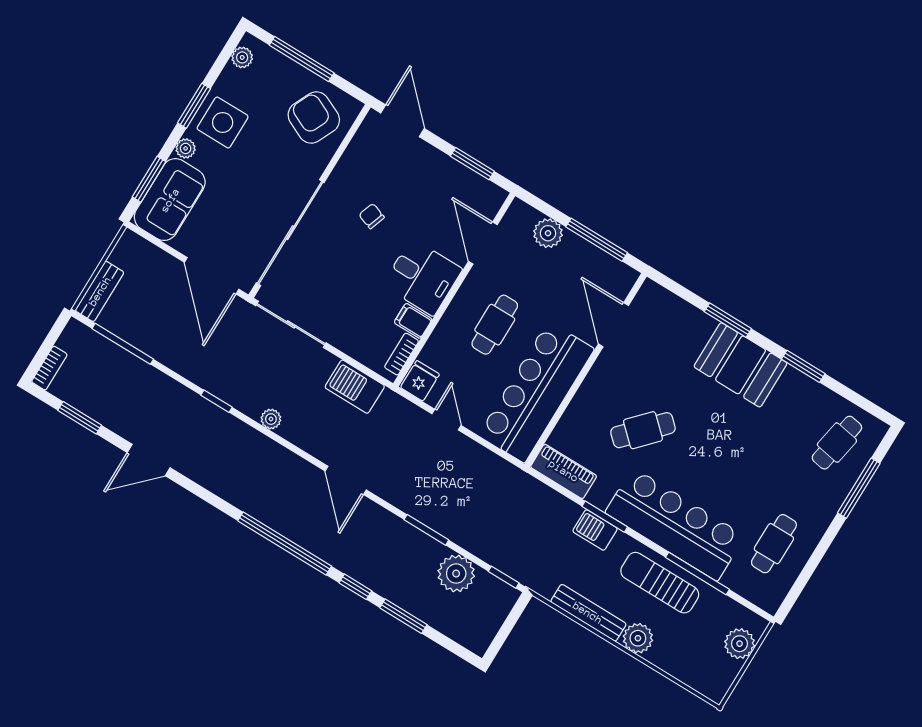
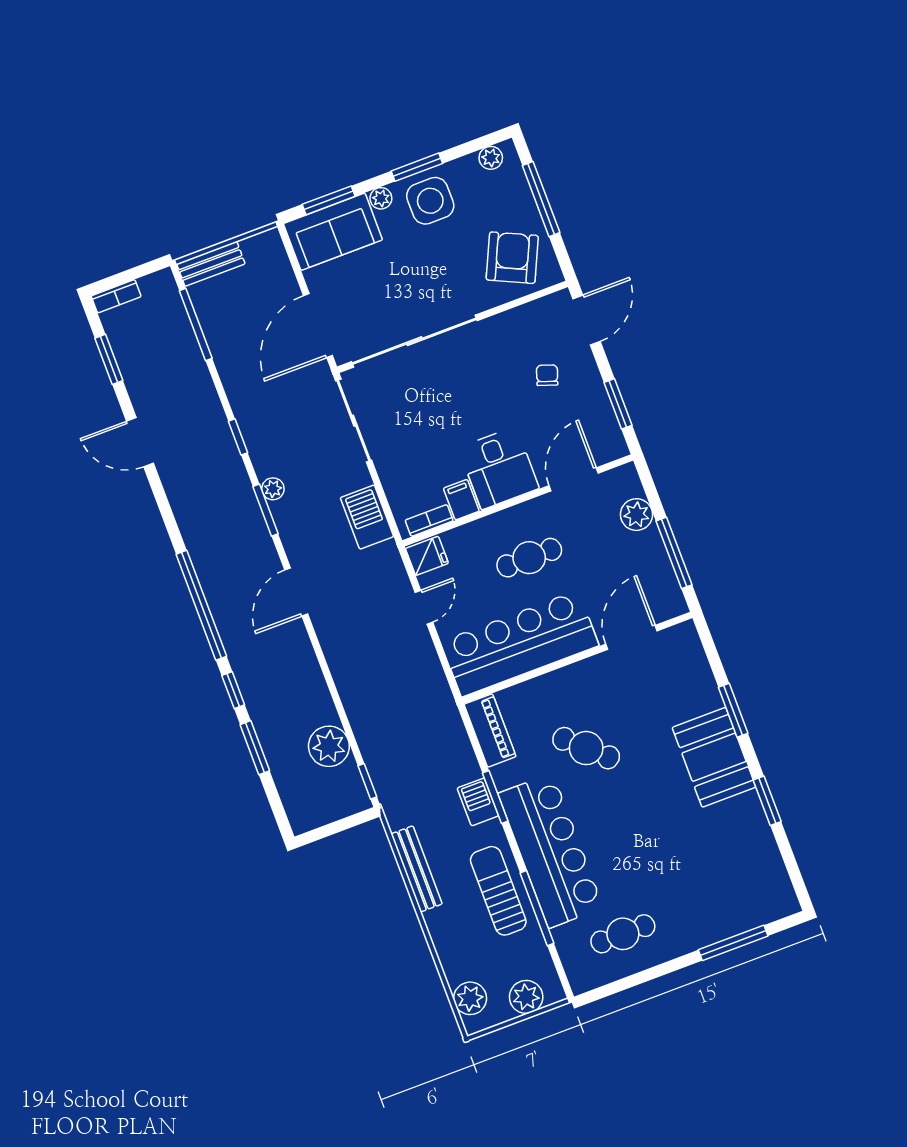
chair: (372, 216) -> (547, 375), moved
cafe table: (837, 443) -> (745, 889), removed
window: (426, 530) -> (265, 510), moved
plant: (638, 638) -> (470, 998), moved

